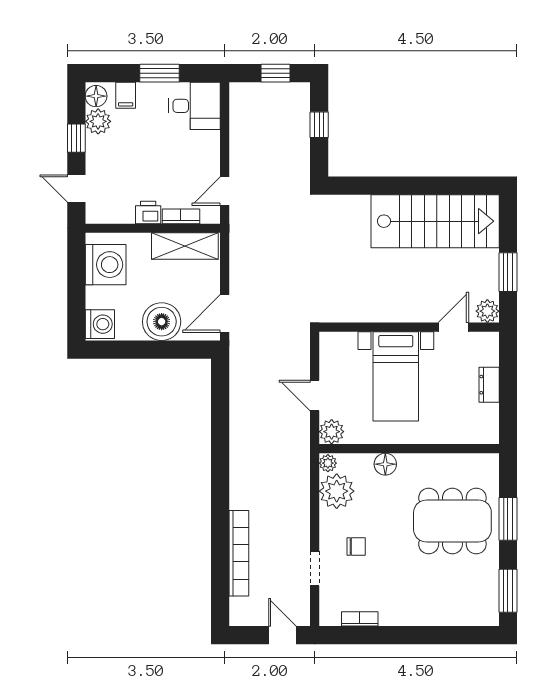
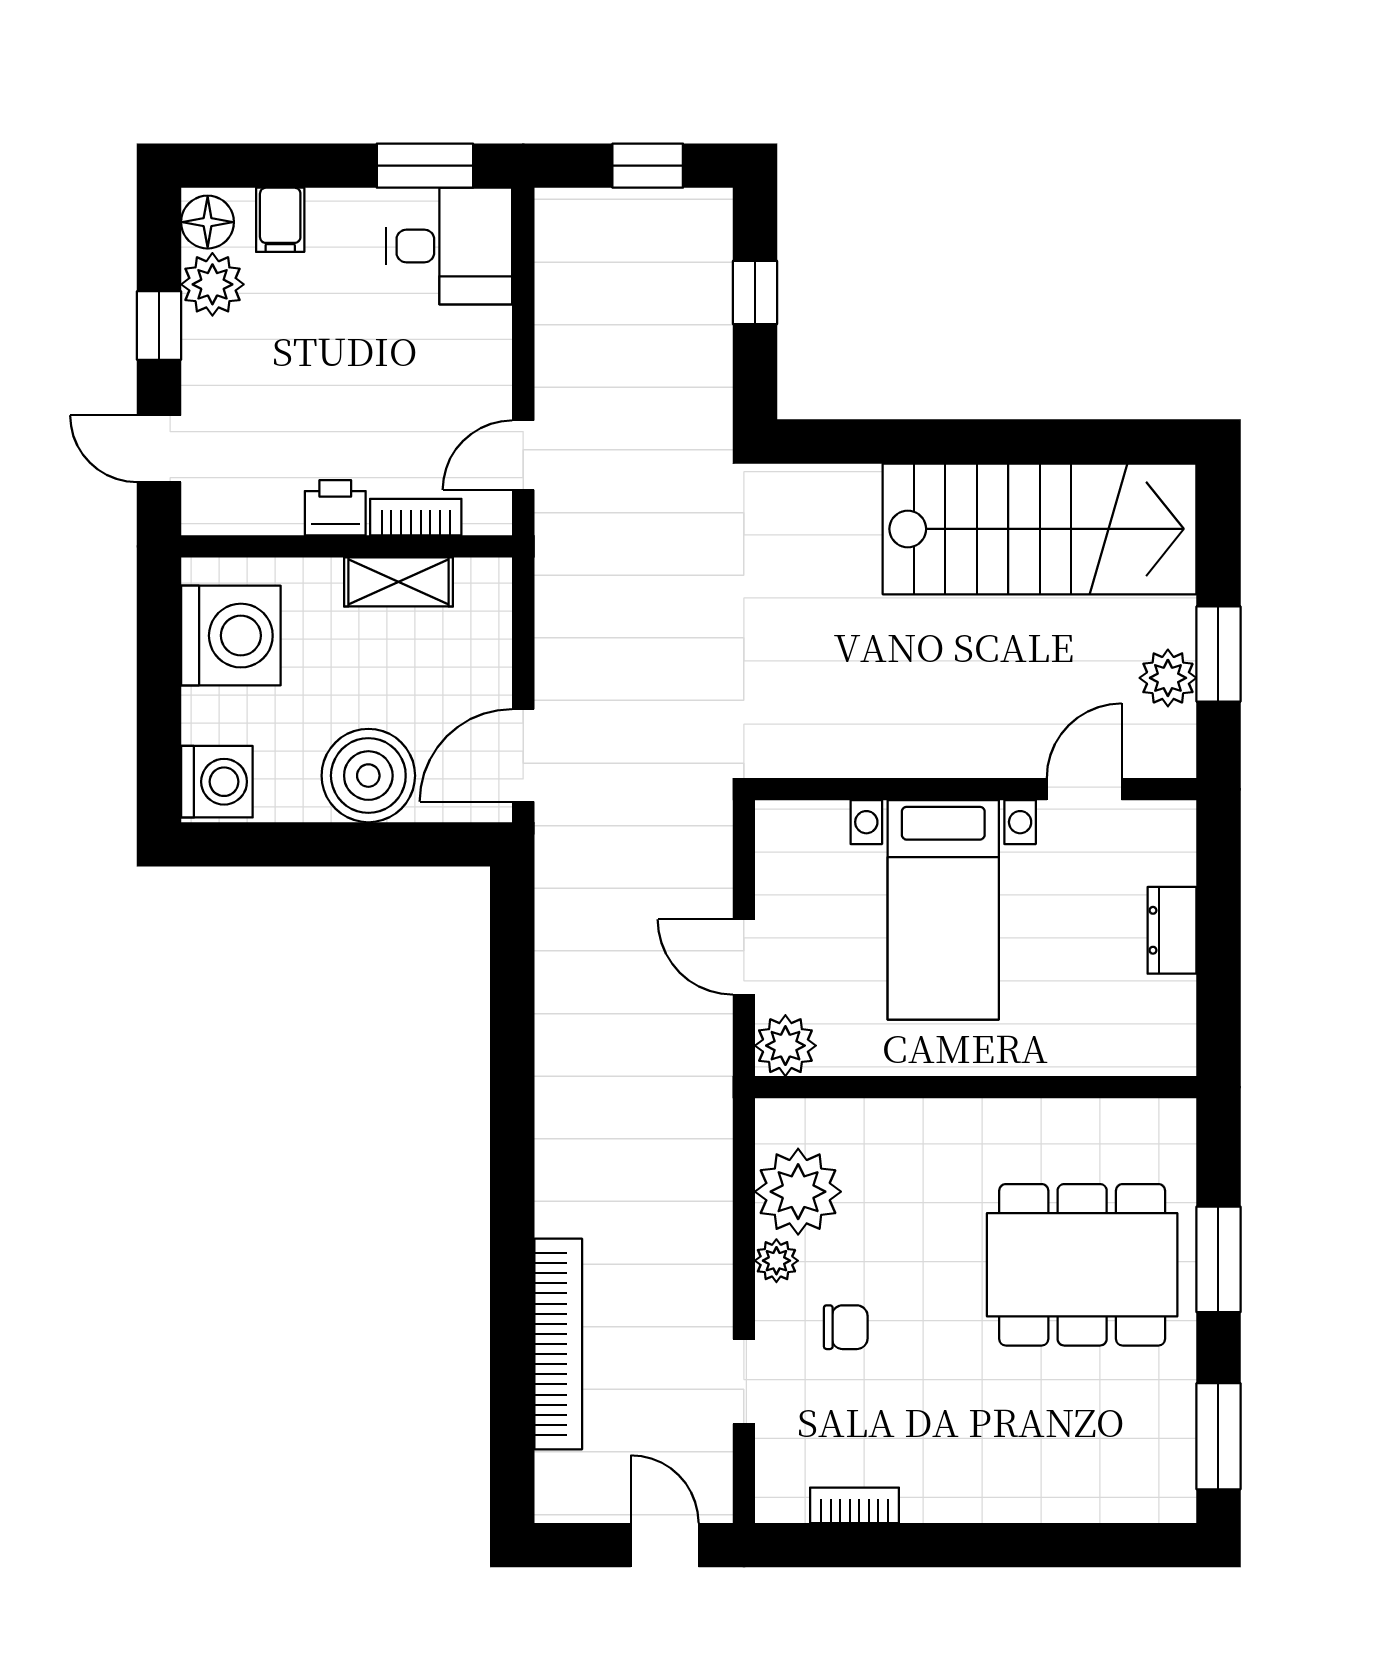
window: (160, 73) -> (425, 166), moved
shelving: (185, 246) -> (398, 582), width x0.67, depth x0.75
plant: (487, 311) -> (1168, 678), moved
plant: (328, 463) -> (776, 1261), moved
floor lamp: (385, 464) -> (917, 1125), removed

